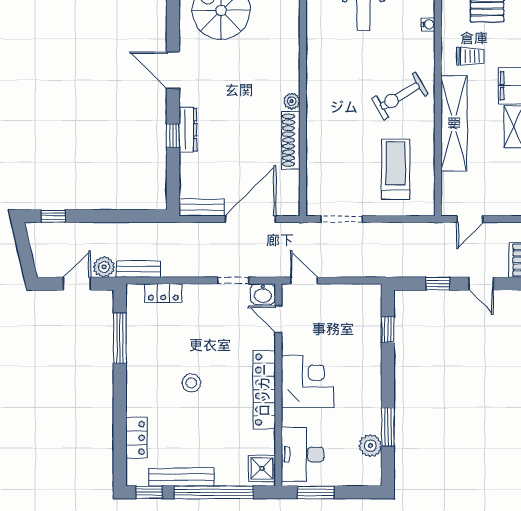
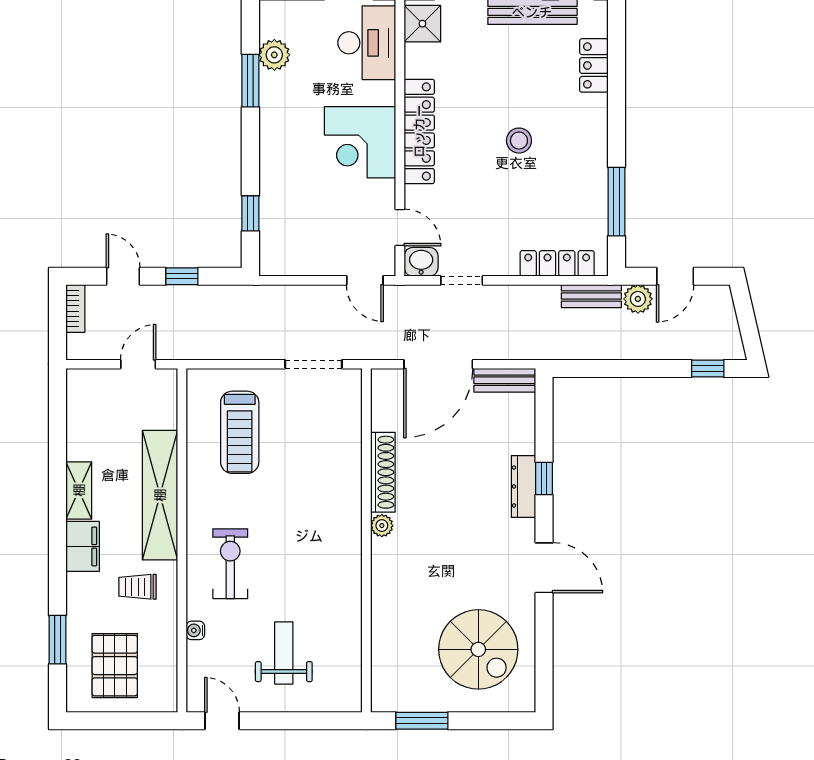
exercise bike: (400, 96) -> (230, 564), moved, turned -59
locker: (163, 293) -> (557, 263), width x1.53

